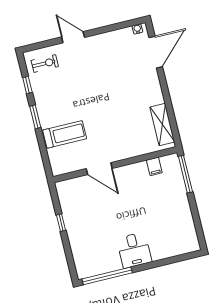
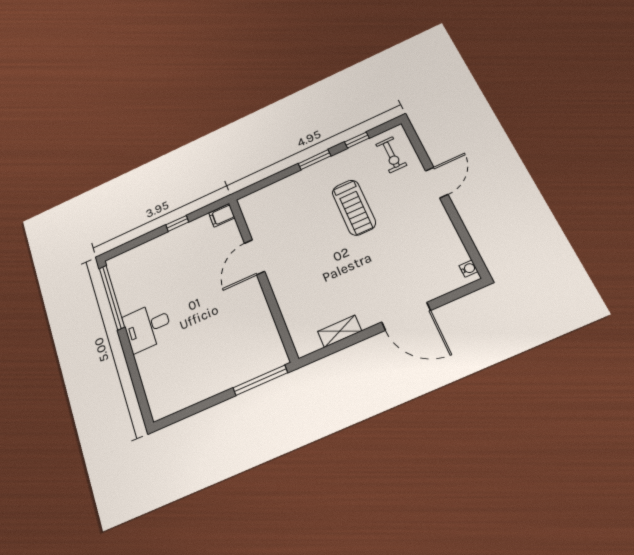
door: (156, 52) -> (406, 316), moved
shelving: (162, 125) -> (340, 331), width x0.67, depth x0.75
treadmill: (65, 134) -> (354, 207), moved
filing cabinet: (154, 166) -> (222, 215), moved

